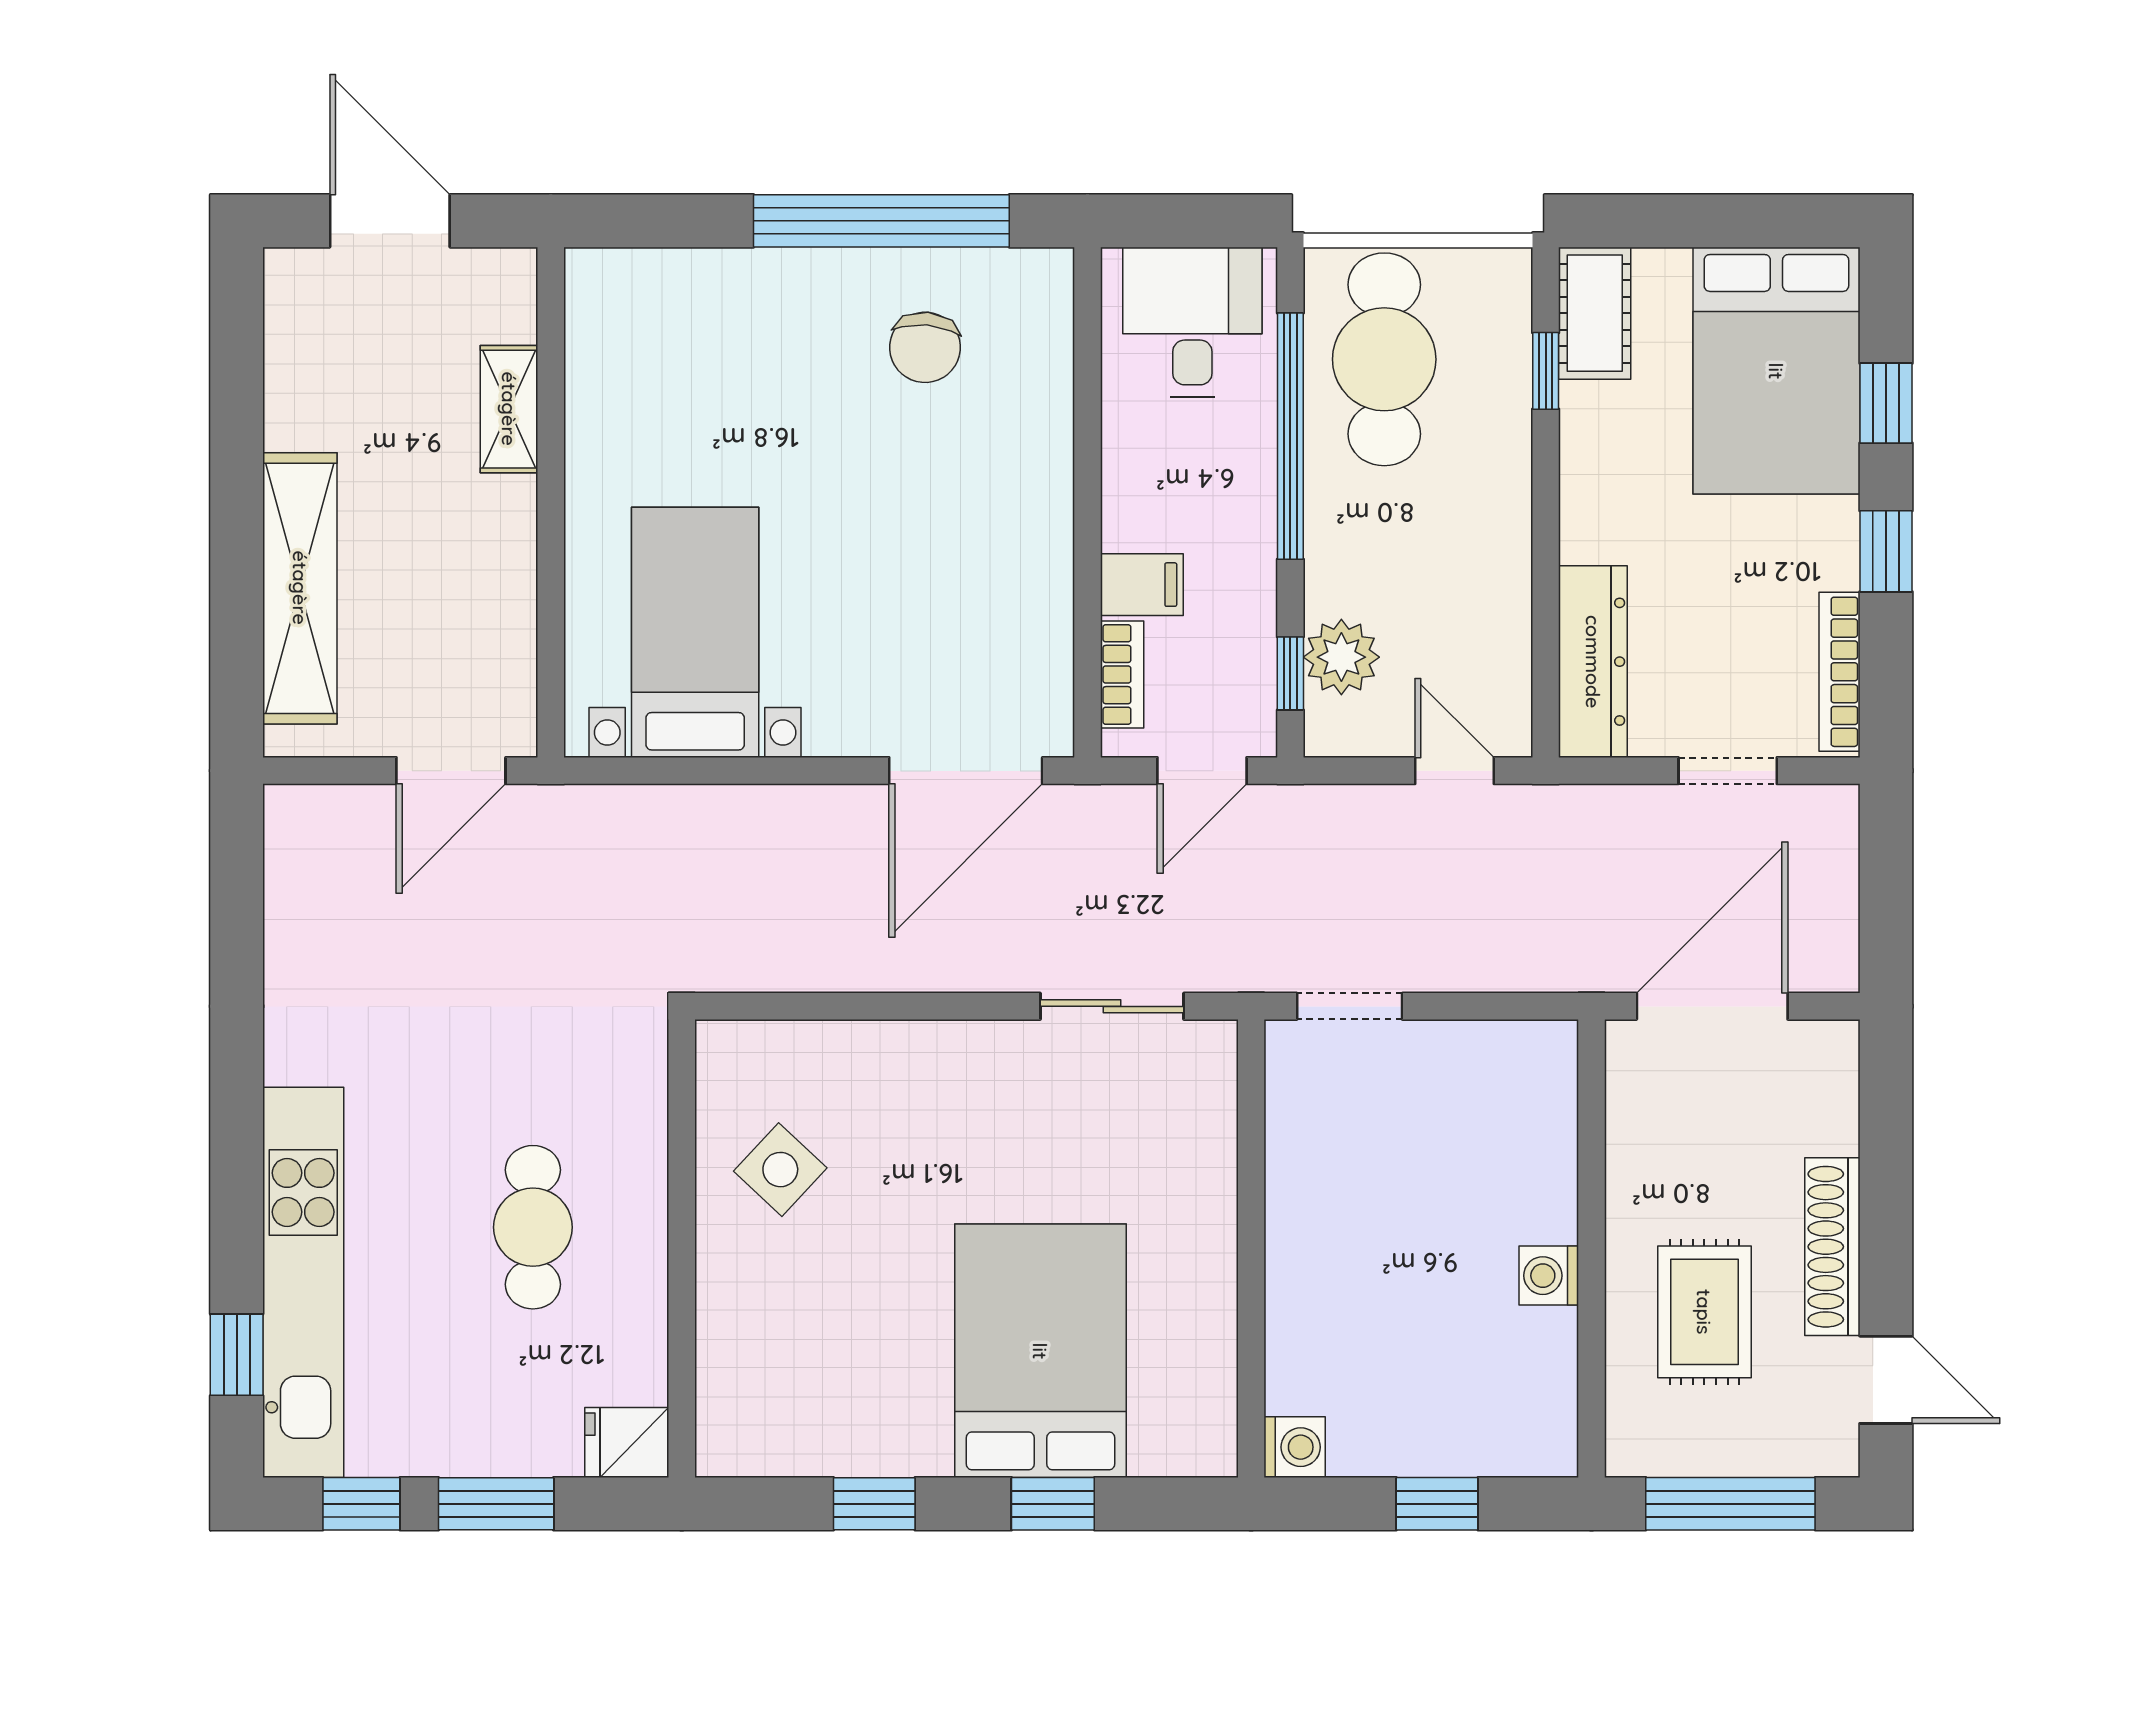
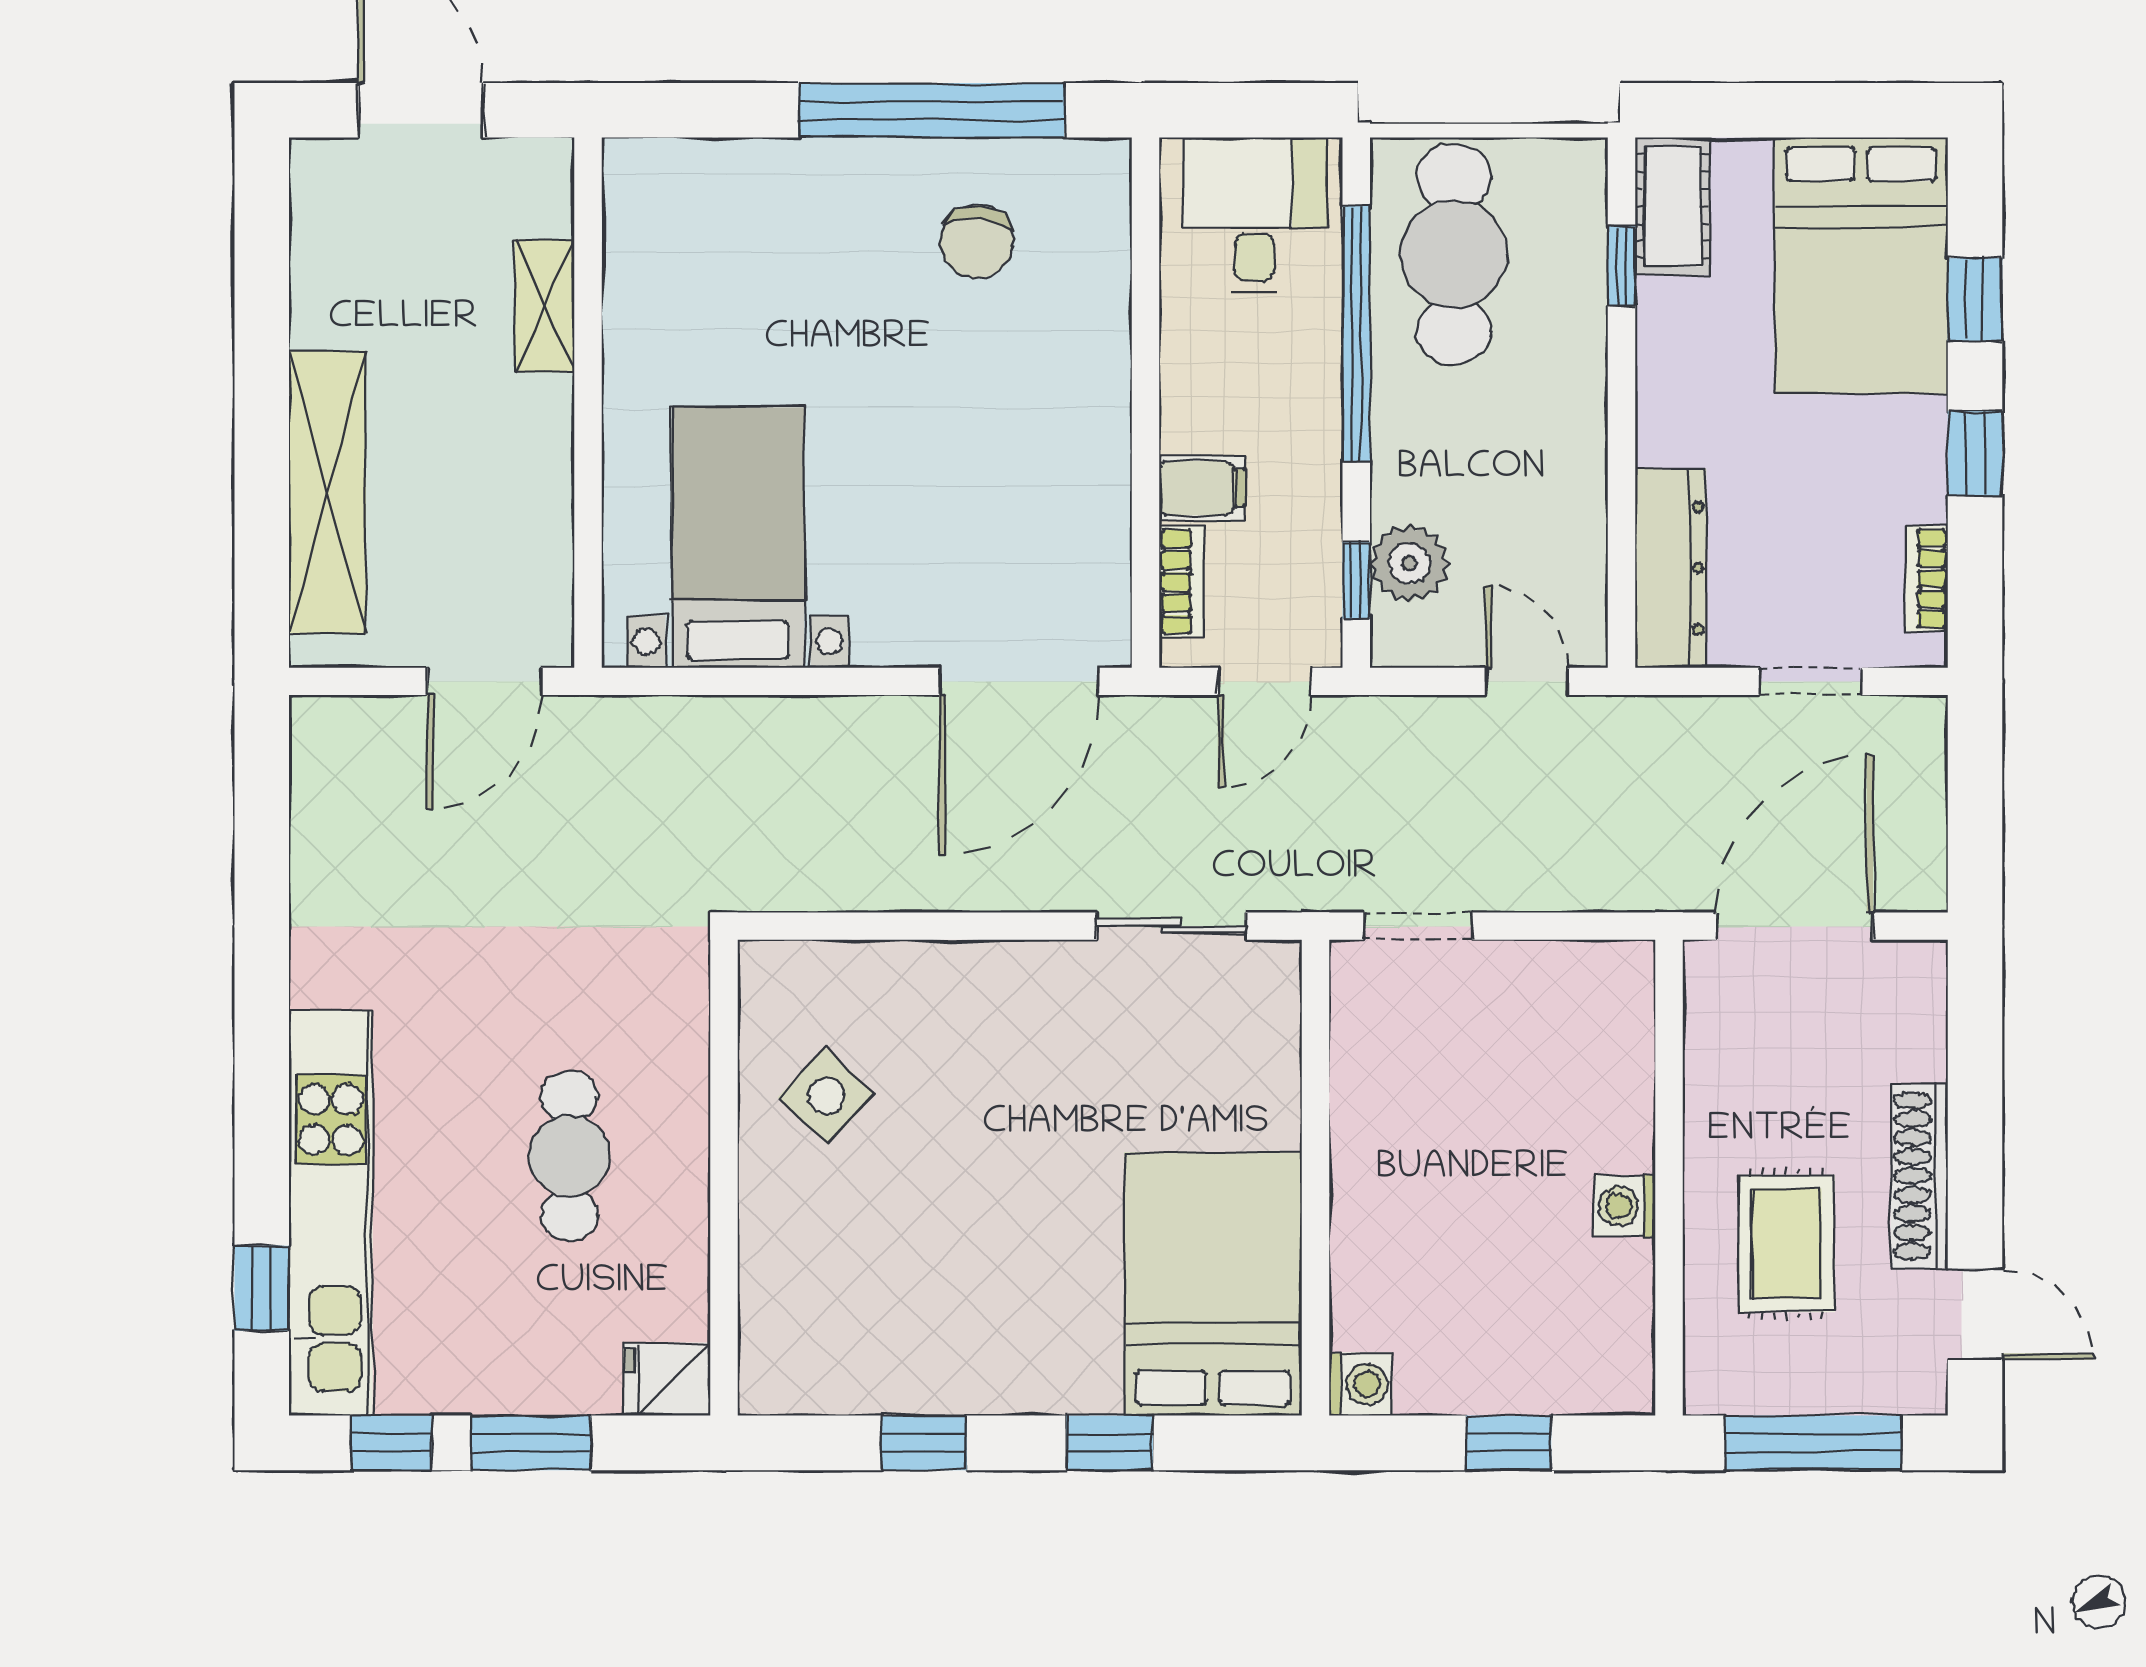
bookcase: (1839, 672) -> (1927, 579), width x0.64
bed: (1040, 1351) -> (1213, 1284), moved

